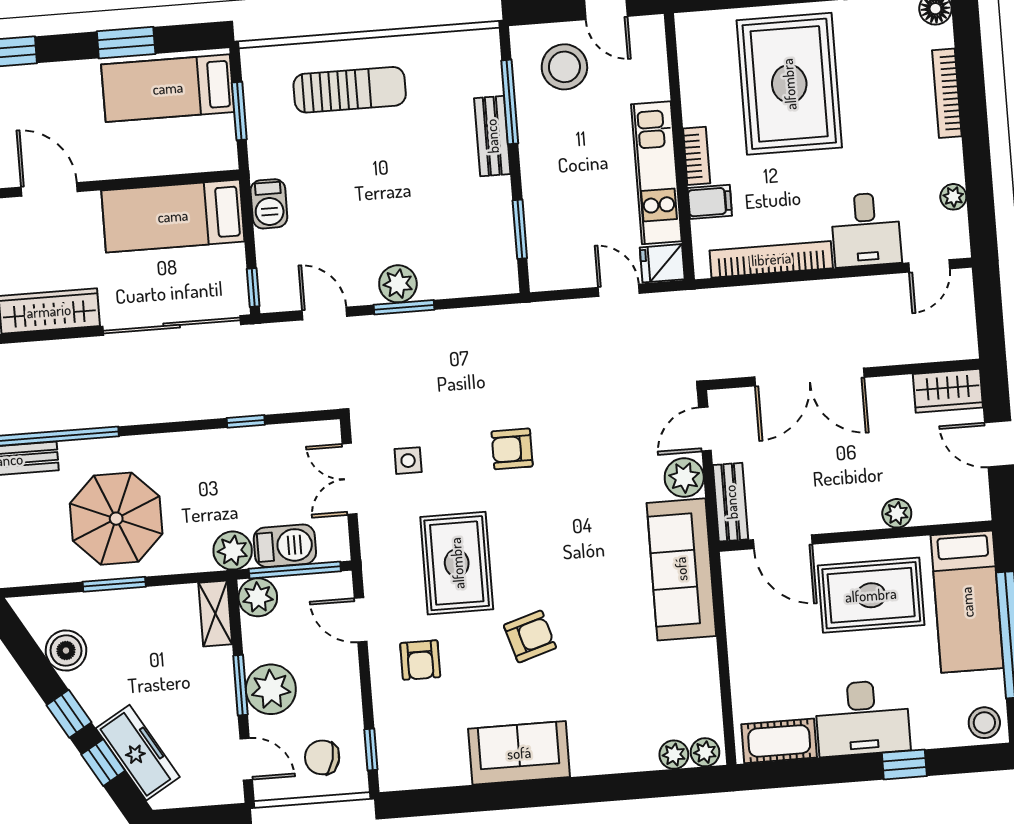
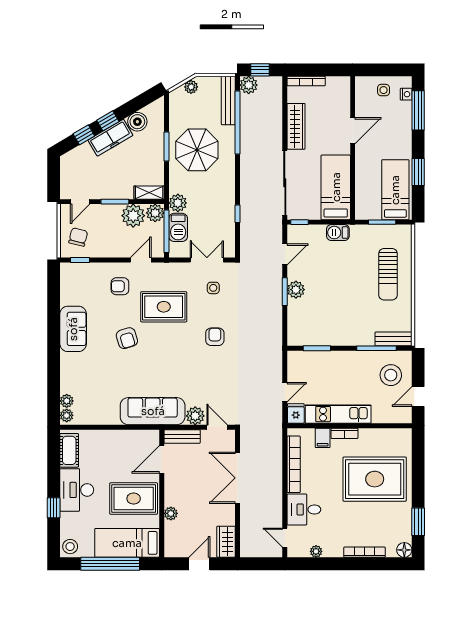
bench: (492, 136) -> (393, 339), moved
rug: (871, 595) -> (134, 499), turned 90
plant: (271, 689) -> (133, 216), moved
freezer: (138, 753) -> (110, 138), moved

